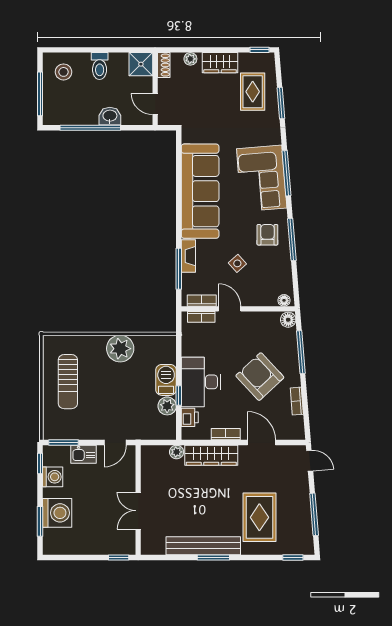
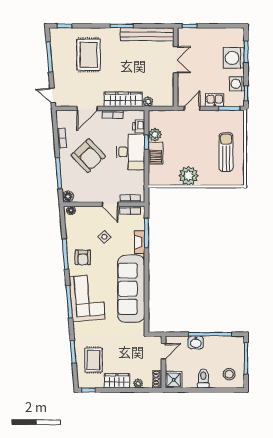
door: (155, 104) -> (163, 351), hinge flipped
door: (261, 442) -> (87, 108), hinge flipped
bench: (203, 546) -> (147, 34), moved

